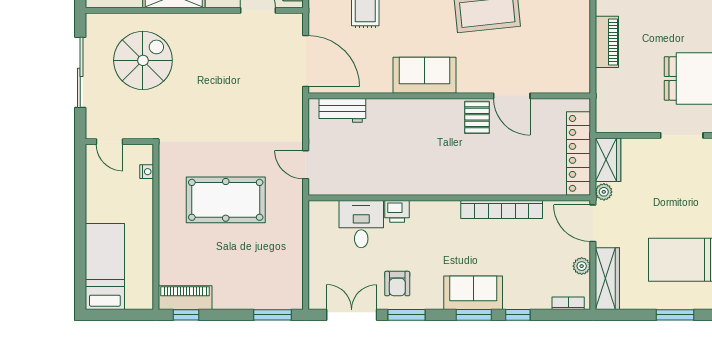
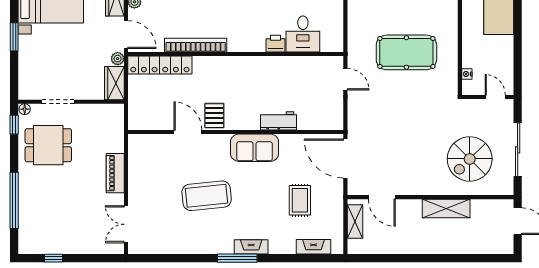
workbench: (342, 110) -> (279, 121), moved
locker: (578, 153) -> (160, 65), moved, turned 90

